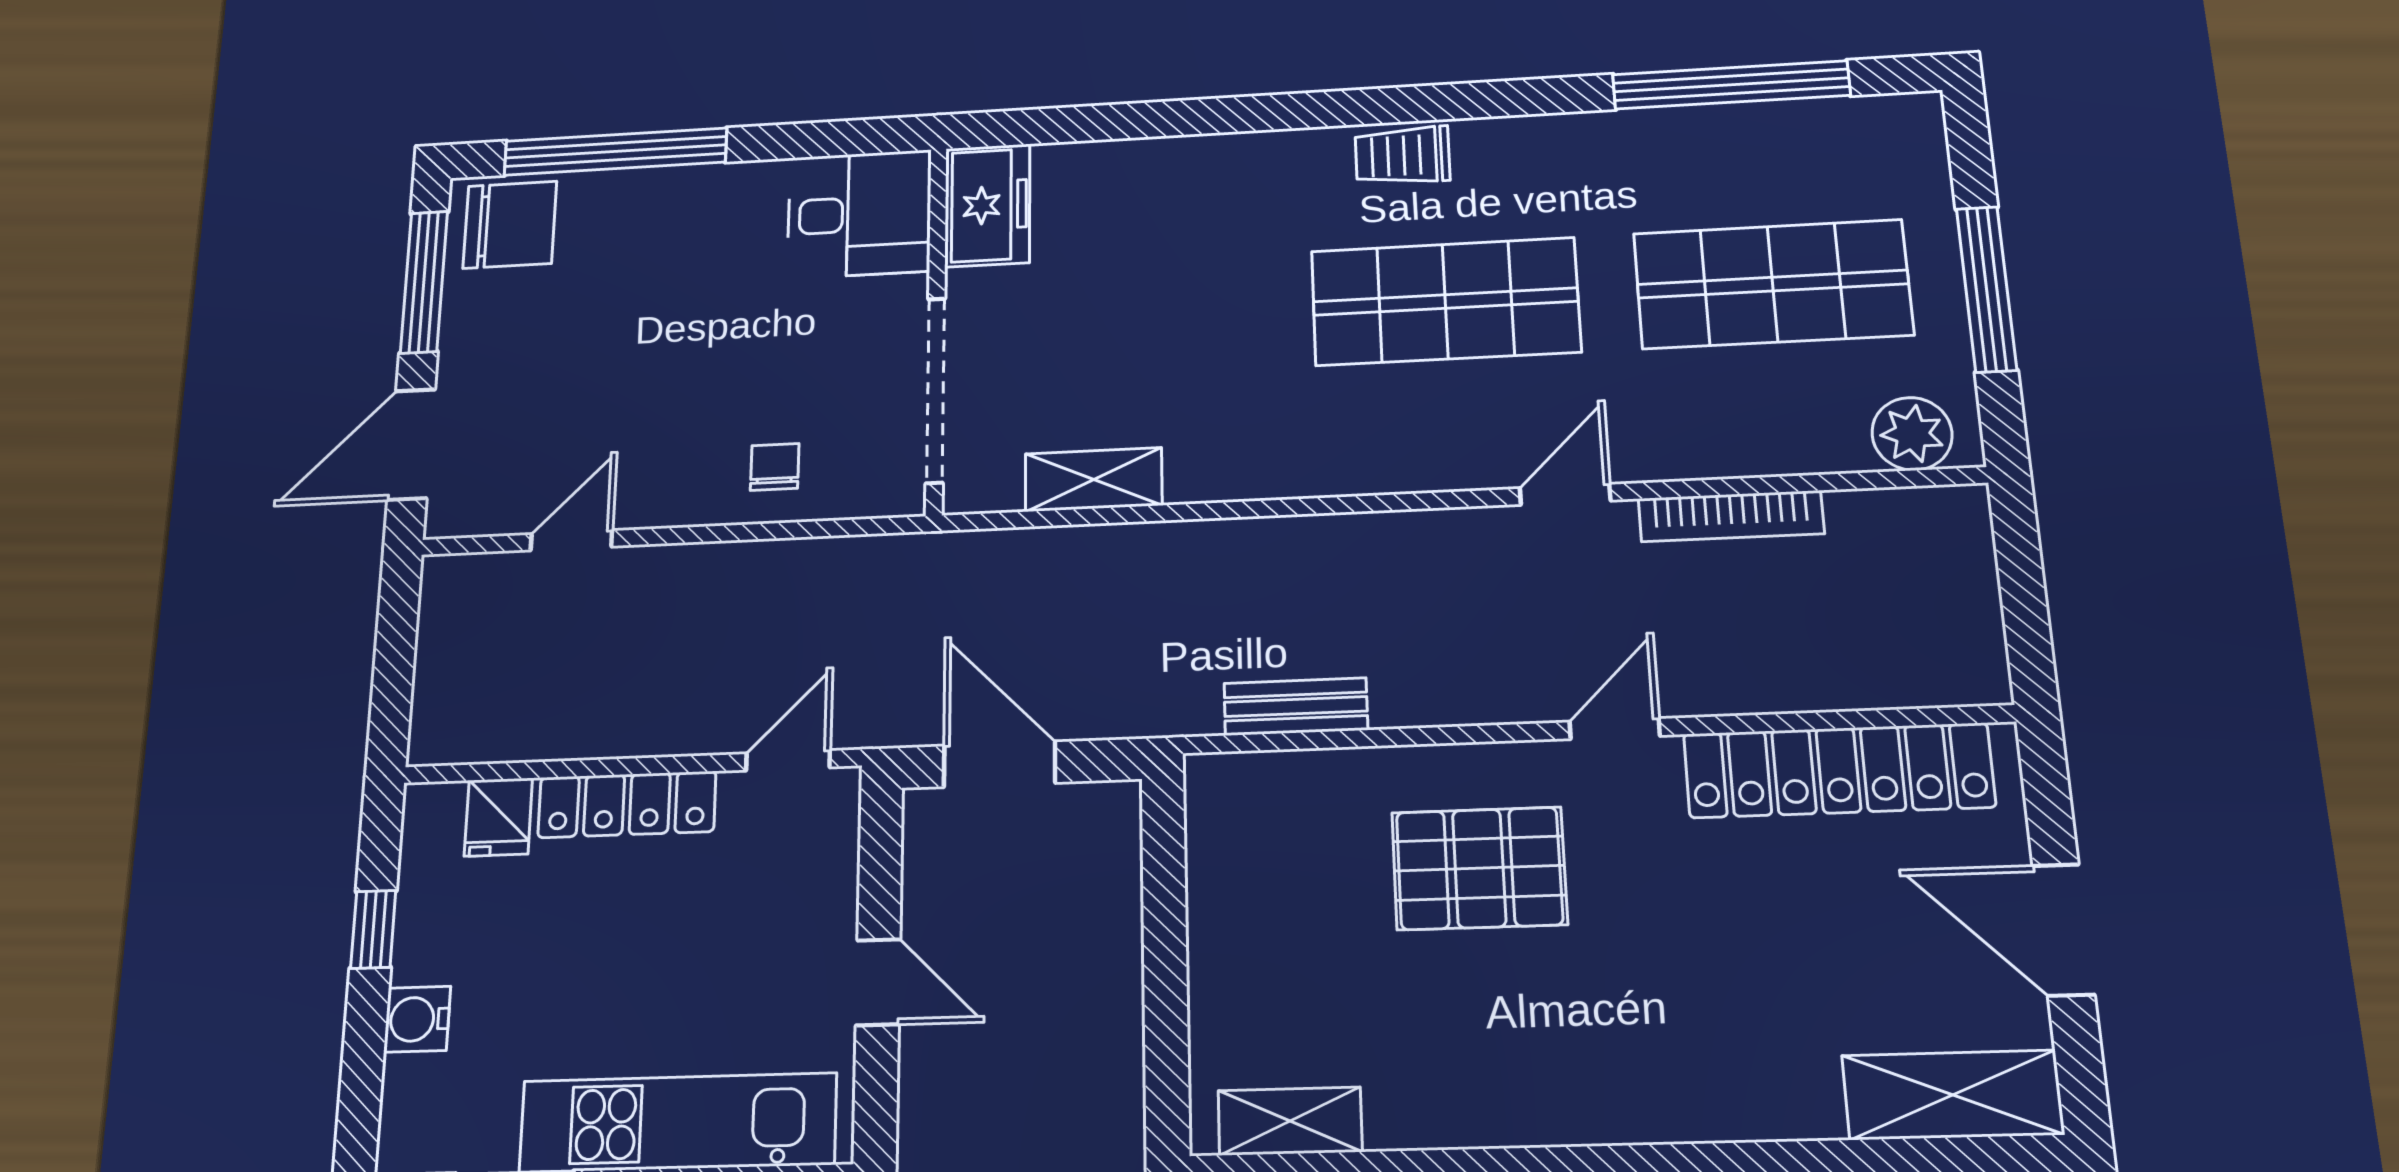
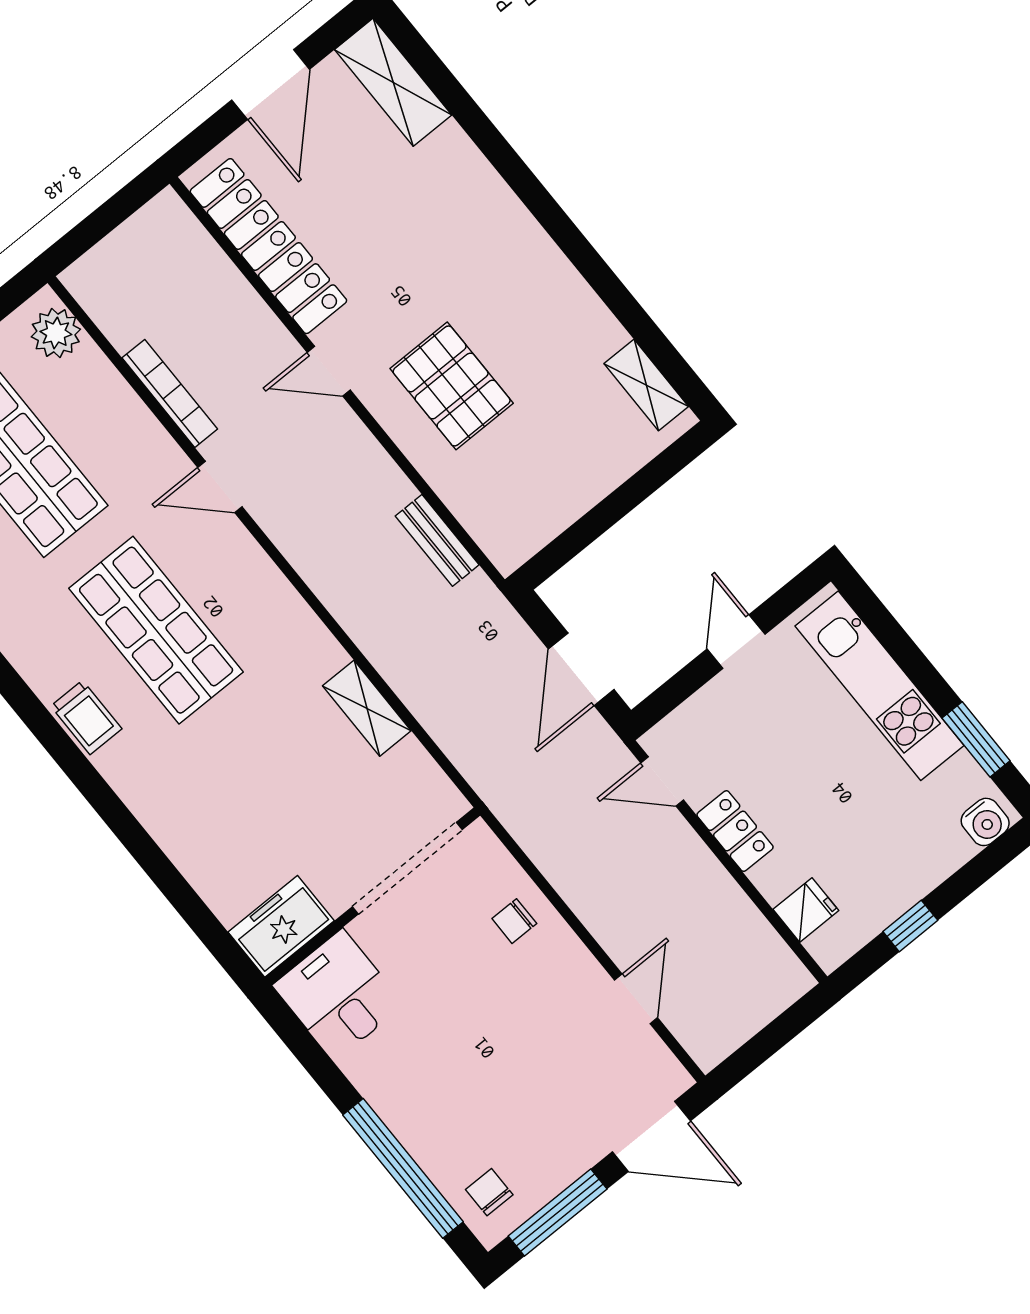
chair: (510, 225) -> (489, 1192), width x0.54, depth x0.54
shelving: (1094, 480) -> (367, 708), moved
door: (571, 540) -> (636, 999), swing flipped
locker: (627, 804) -> (735, 831), width x0.66
water cooler: (417, 1019) -> (985, 822), moved

